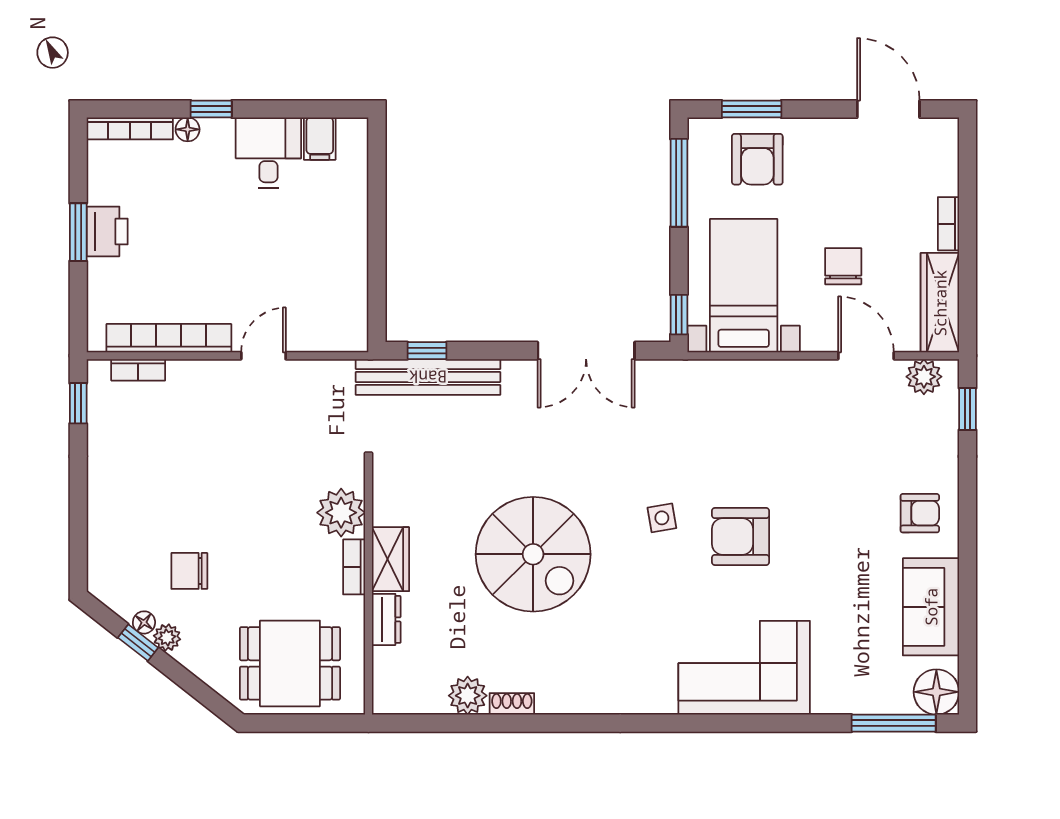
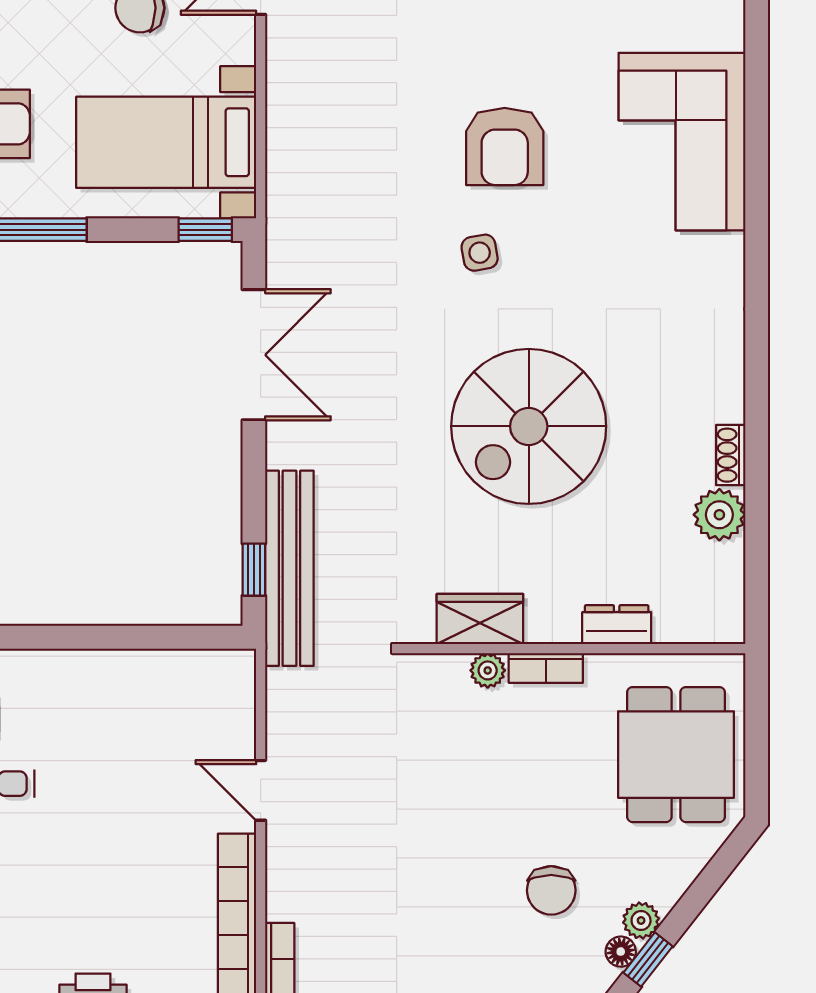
plant: (341, 513) -> (488, 670), width x0.53, depth x0.53
spiral stairs: (533, 554) -> (529, 426), turned 180
wardrobe: (390, 559) -> (480, 619), moved

